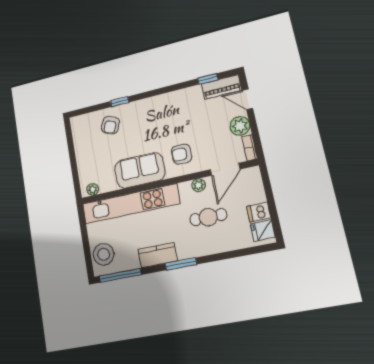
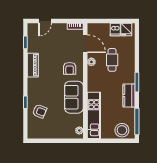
piano: (221, 87) -> (33, 65), moved
plant: (240, 126) -> (61, 29), removed
kitchen unit: (131, 204) -> (94, 115), width x0.73

